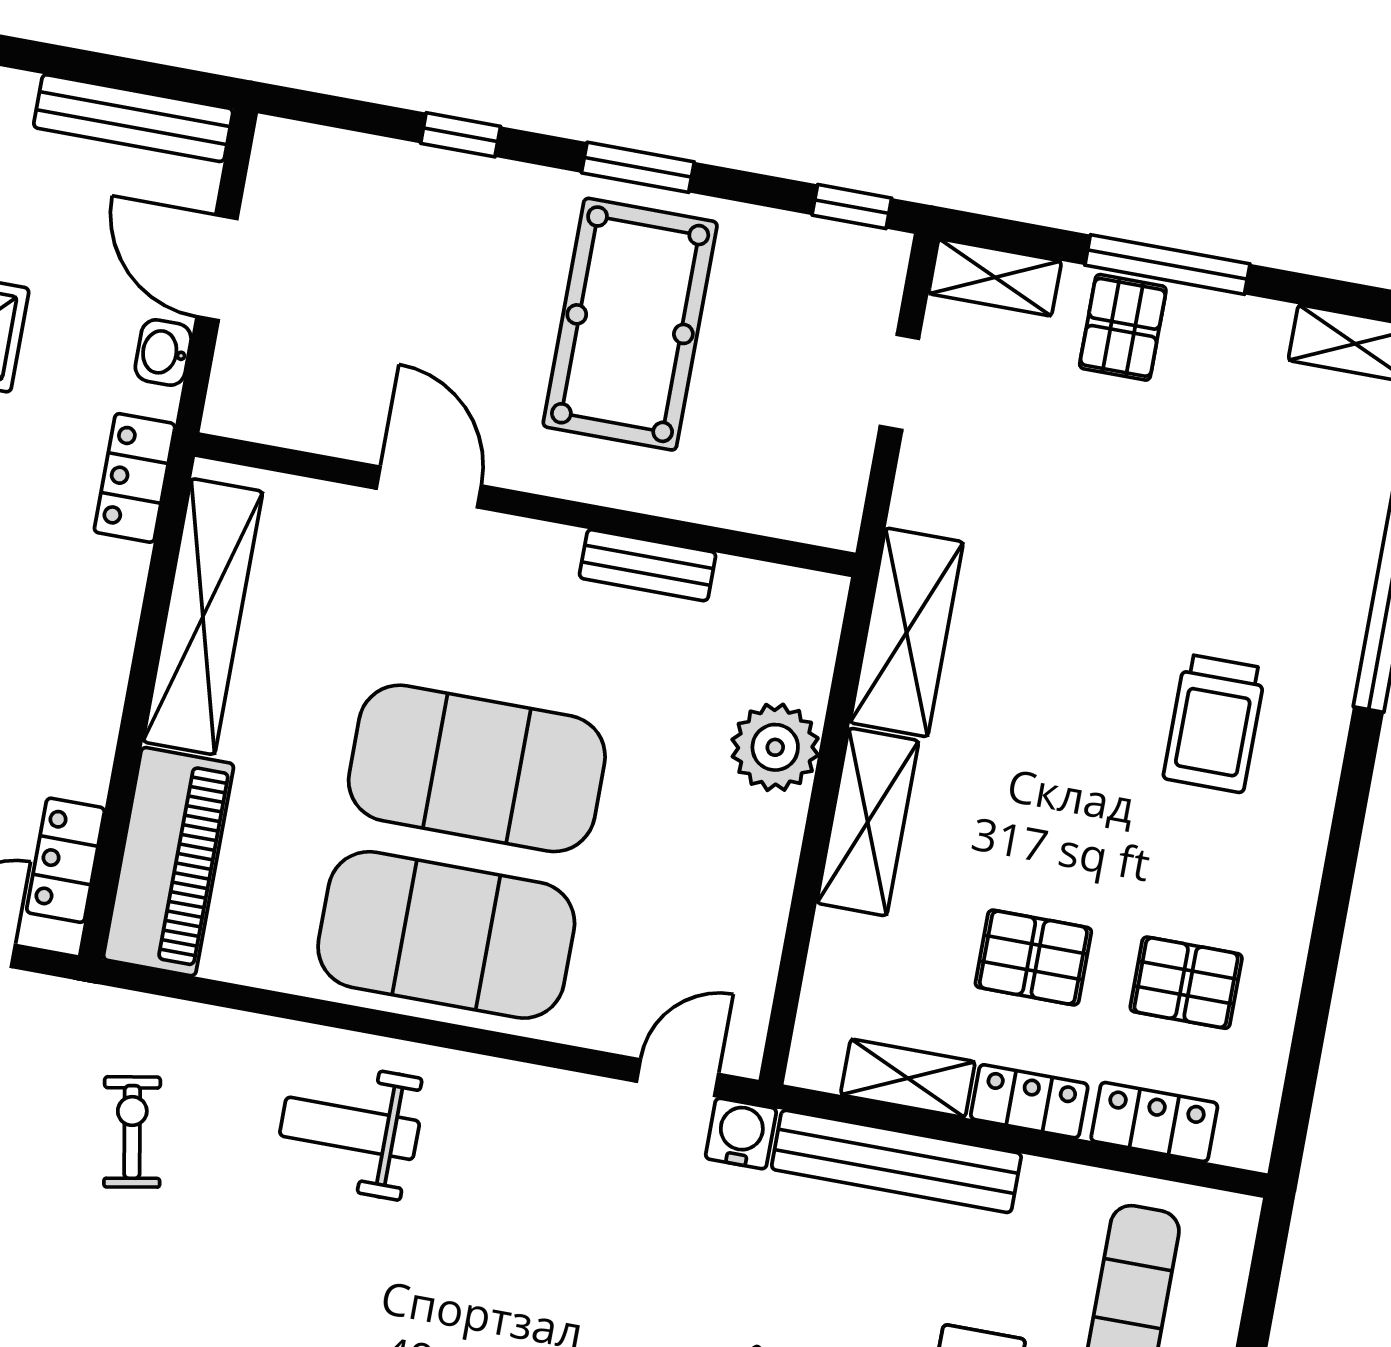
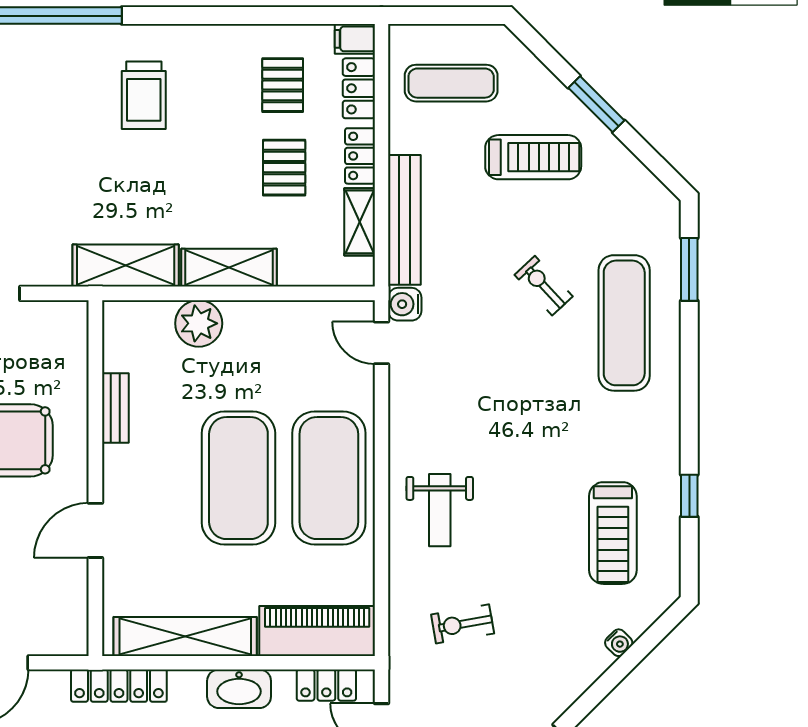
washbasin: (163, 353) -> (239, 689), moved, width x1.91, depth x1.45
locker: (135, 478) -> (119, 686), width x1.53
trolley: (1214, 723) -> (144, 95), turned 90
filing cabinet: (1247, 1131) -> (355, 39), added

